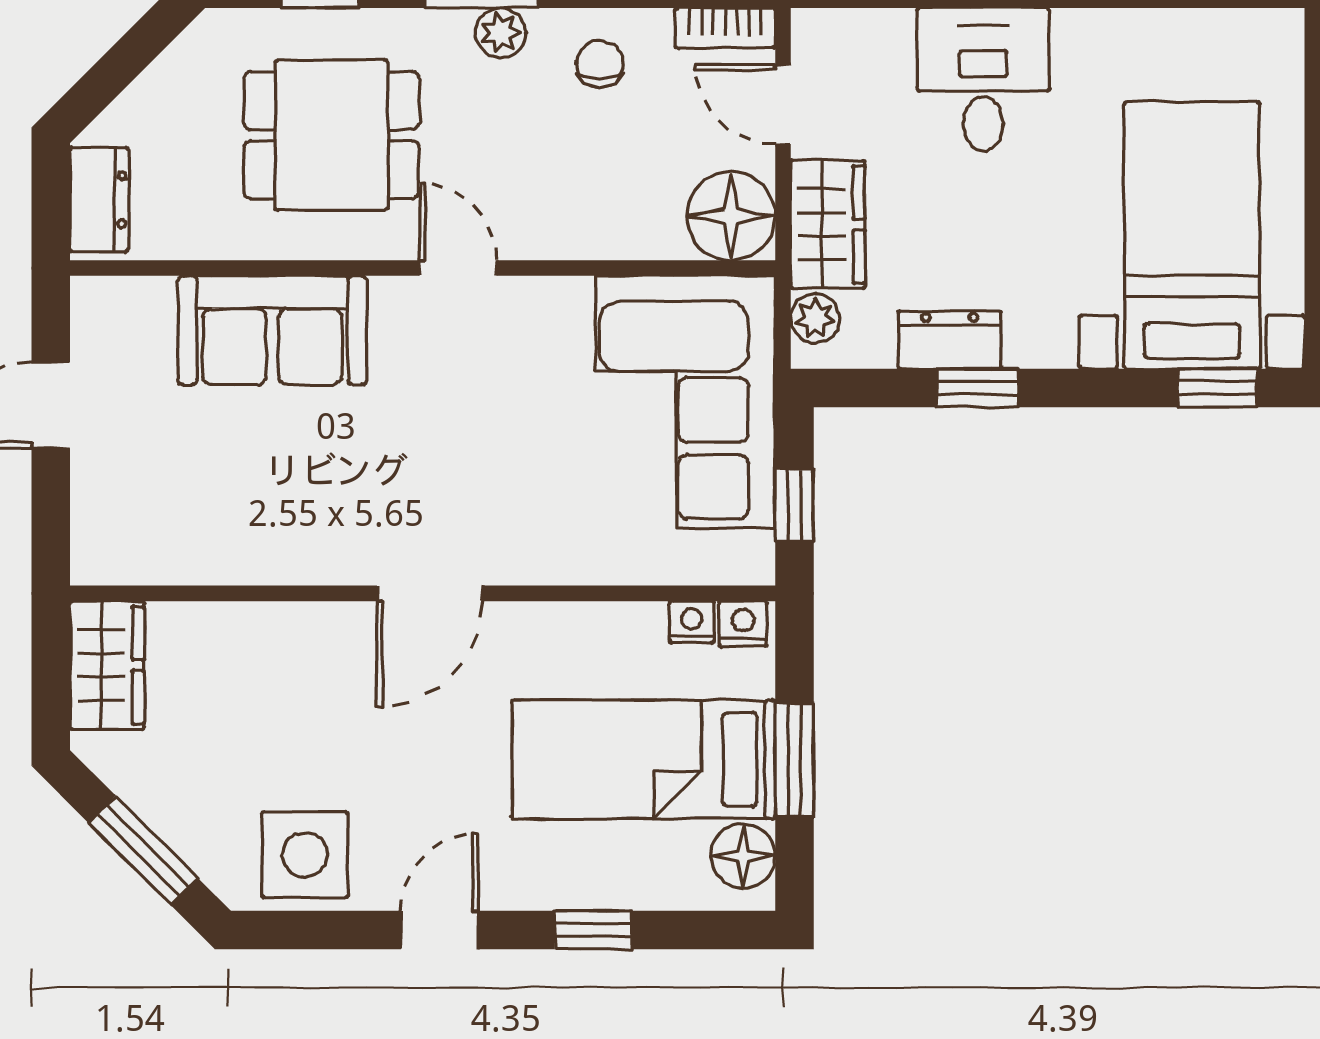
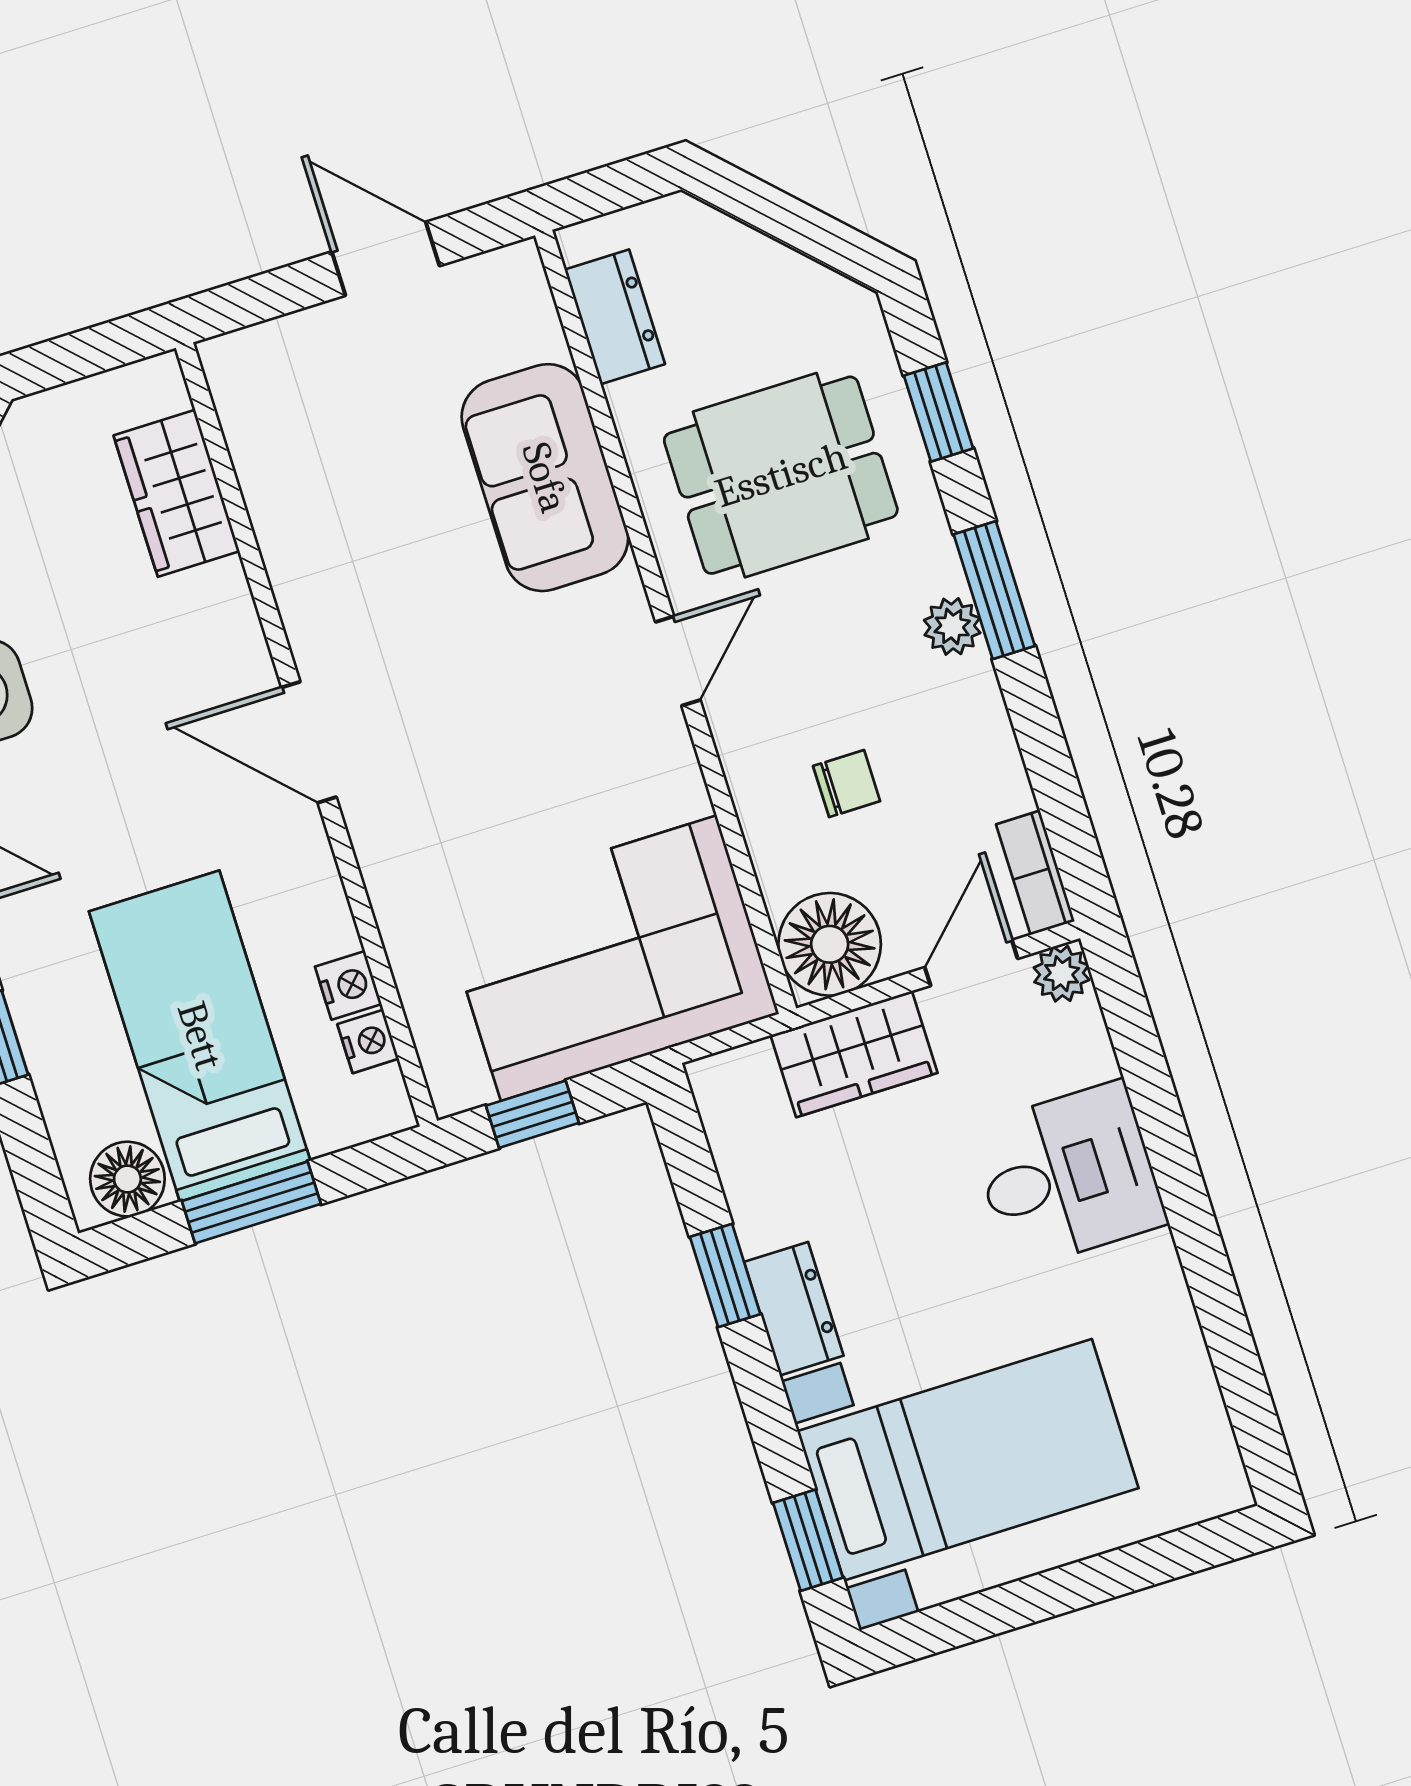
chair: (600, 64) -> (847, 784), moved
dining table: (331, 135) -> (781, 475), turned 90
dresser: (99, 200) -> (615, 317), moved, turned -90
plant: (815, 318) -> (1062, 974), moved
dresser: (950, 340) -> (794, 1309), moved
nightstand: (743, 624) -> (348, 985), moved
wardrobe: (107, 665) -> (177, 493), moved, turned 90

